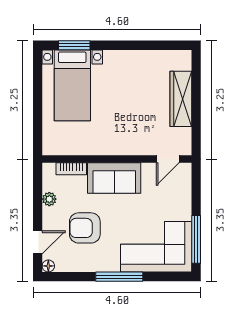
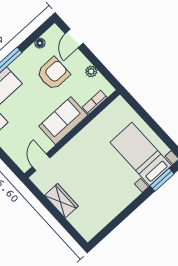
wardrobe: (181, 99) -> (61, 201), width x0.67
floor lamp: (48, 266) -> (40, 43), moved

